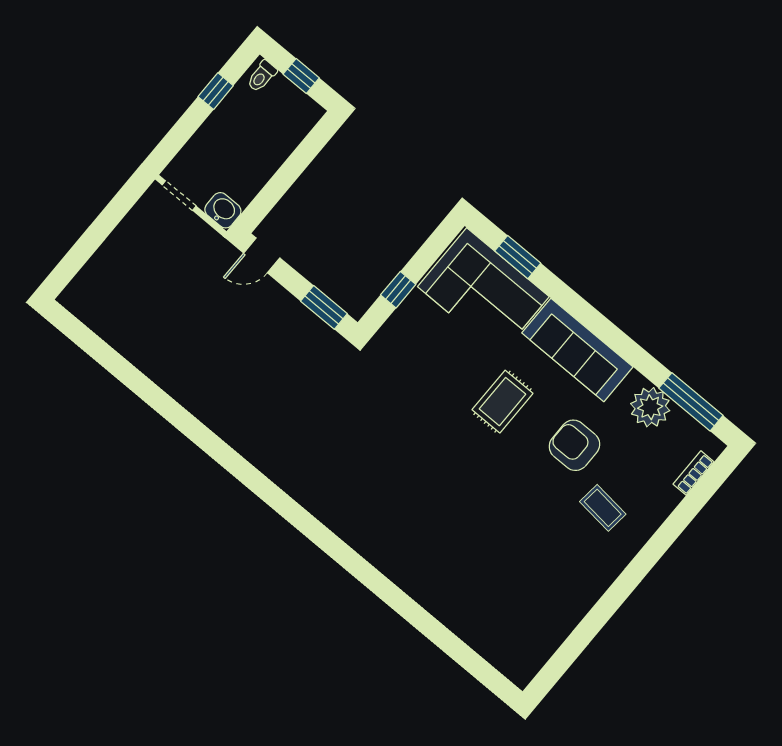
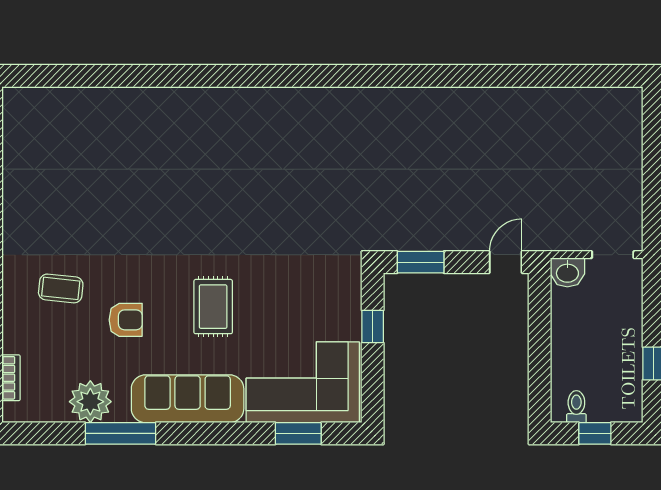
toilet: (262, 76) -> (576, 407), moved
window: (691, 402) -> (120, 433), moved
armchair: (574, 445) -> (126, 320), width x0.72, depth x0.72

